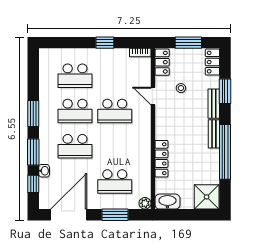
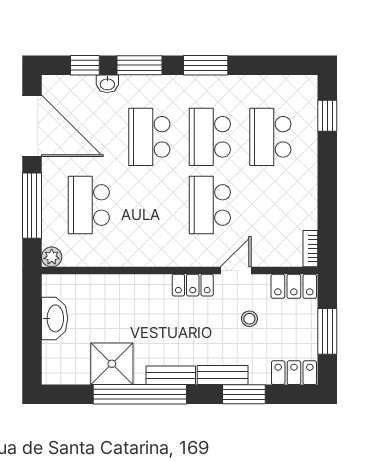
window: (105, 43) -> (327, 116), moved
locker: (161, 159) -> (193, 285), moved, width x0.66
shower: (207, 197) -> (112, 364), moved
washbasin: (167, 202) -> (55, 318), moved
window: (115, 215) -> (32, 206), width x1.44

